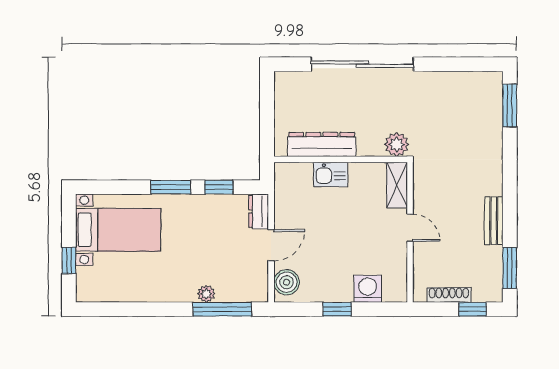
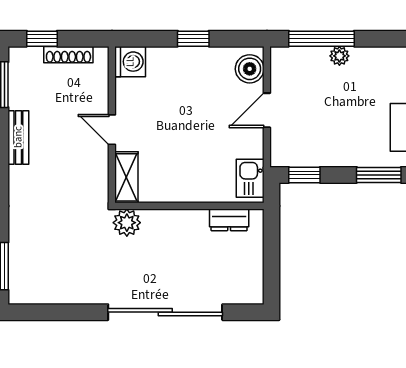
dresser: (322, 144) -> (229, 220), width x0.51, depth x0.80
kitchen sink: (331, 174) -> (250, 178), moved, turned -90
window: (219, 187) -> (304, 175), moved
dresser: (259, 211) -> (281, 148), removed
washing machine: (368, 289) -> (130, 62), moved, turned -90

